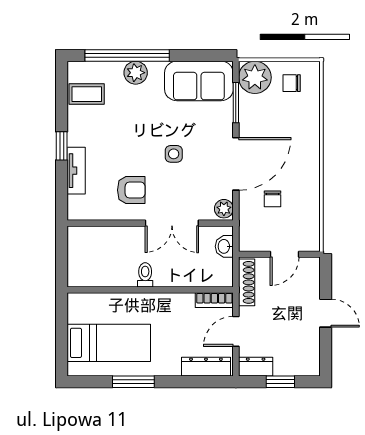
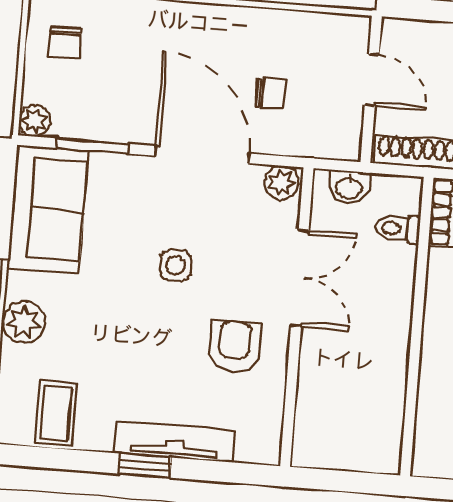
plant: (255, 77) -> (35, 121), width x0.53, depth x0.53
tv unit: (76, 171) -> (175, 442), width x1.41
toilet: (145, 275) -> (398, 228), moved

